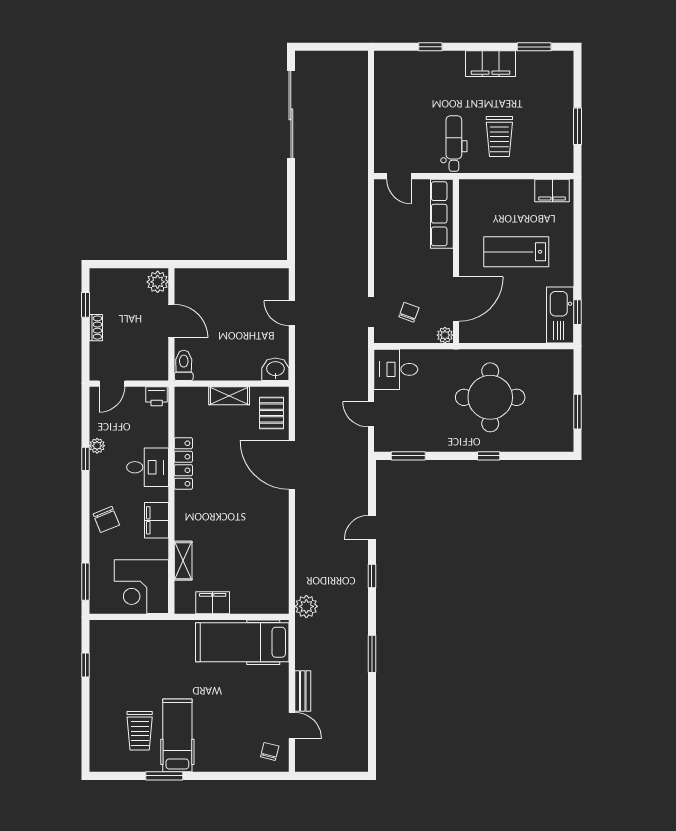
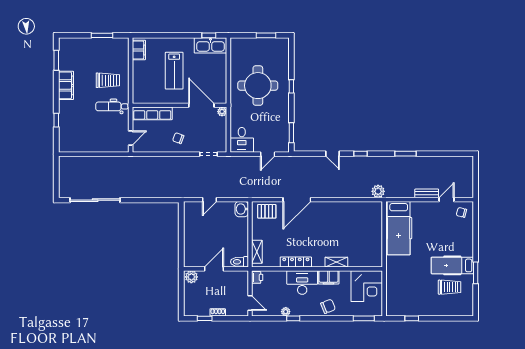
chair: (409, 312) -> (178, 138), moved
shelving: (229, 396) -> (257, 252), moved
desk: (148, 467) -> (302, 283), width x1.37
shelving: (183, 561) -> (336, 262), moved
filing cabinet: (213, 603) -> (376, 245), removed

